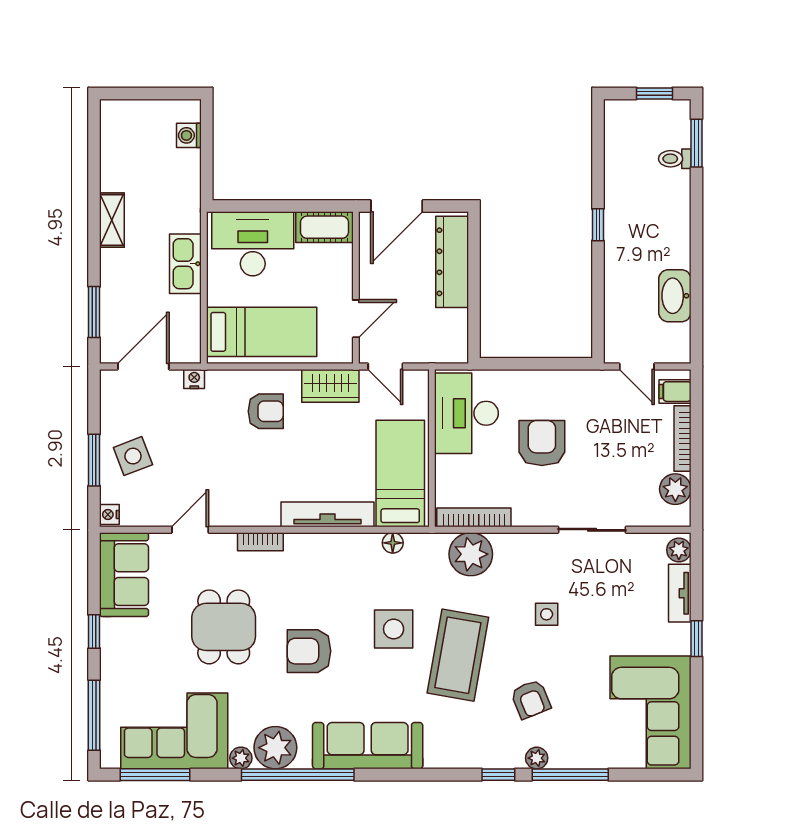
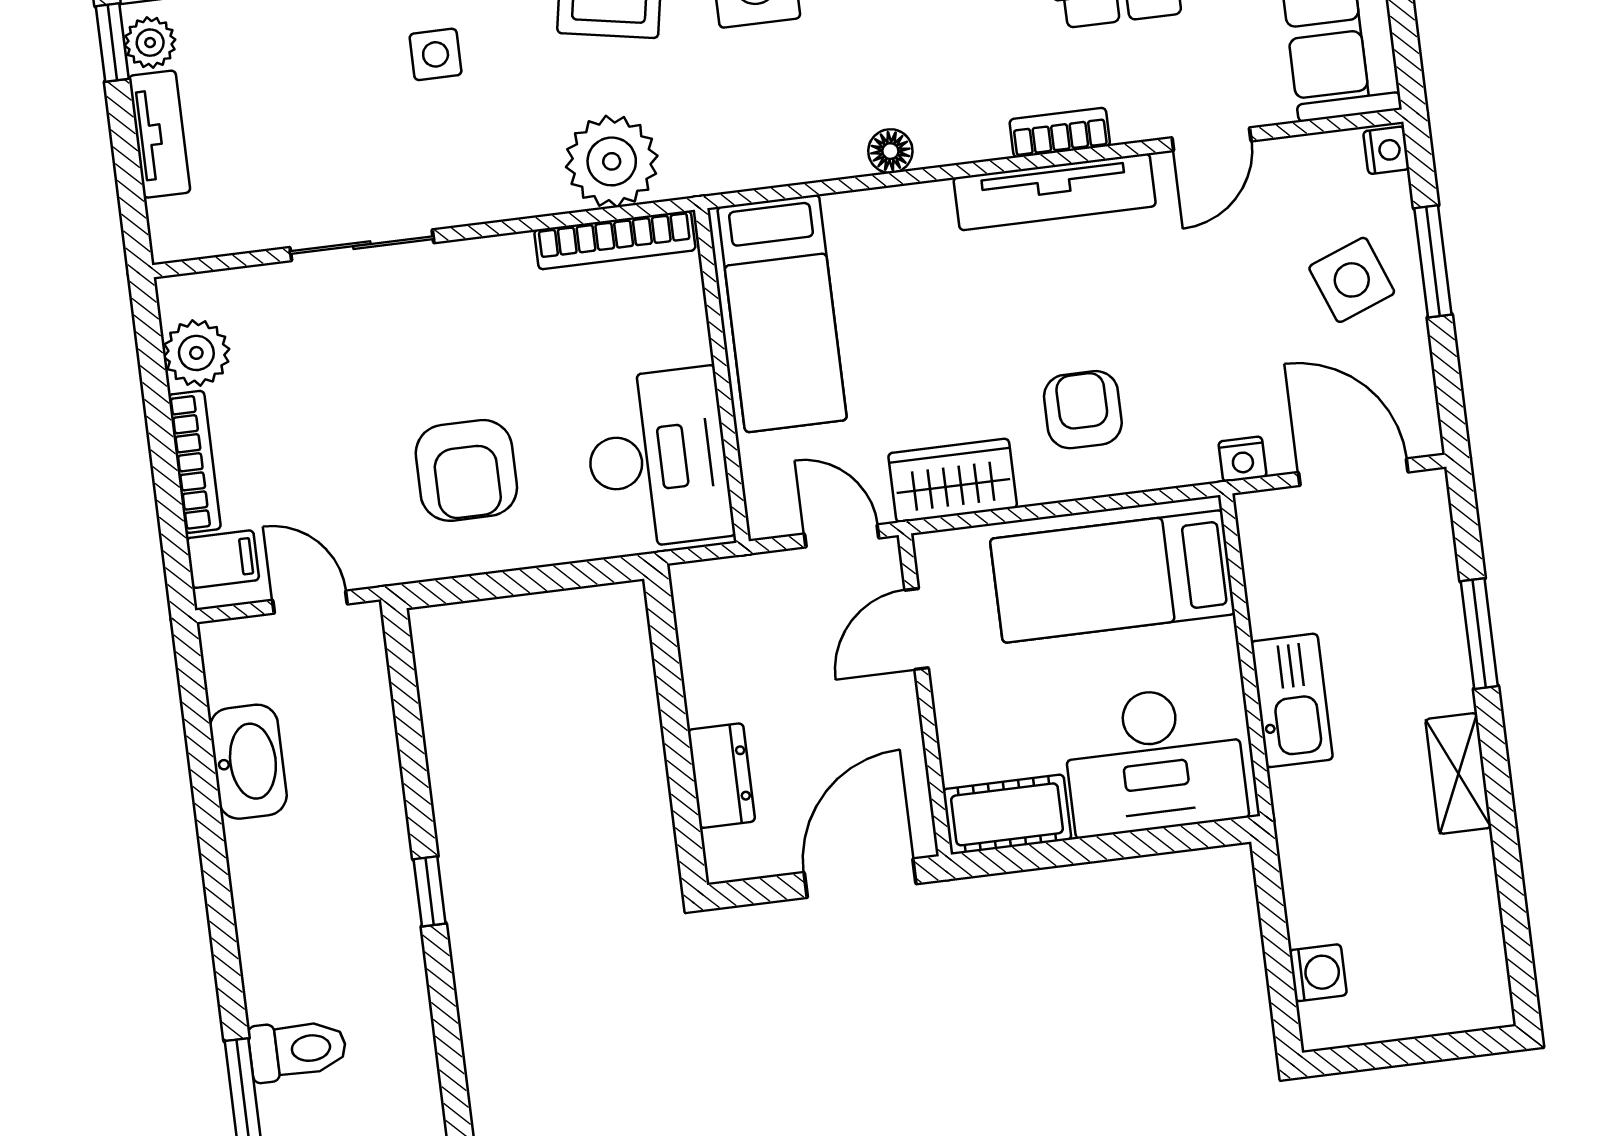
toilet: (675, 159) -> (298, 1050), width x1.37, depth x1.39
dresser: (452, 262) -> (721, 776), width x0.51, depth x0.80
window: (94, 312) -> (1479, 634), moved
door: (143, 366) -> (1353, 472), swing flipped
armchair: (266, 411) -> (1083, 410), turned 90
armchair: (542, 443) -> (466, 470), moved
tv unit: (328, 514) -> (1055, 192), moved
floor lamp: (393, 543) -> (890, 151), moved
plant: (679, 550) -> (150, 43), moved

